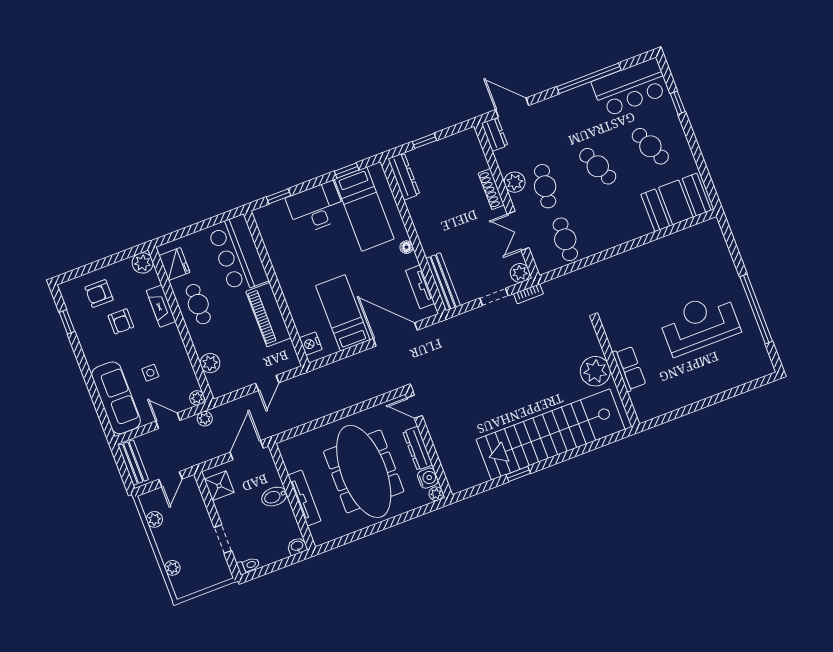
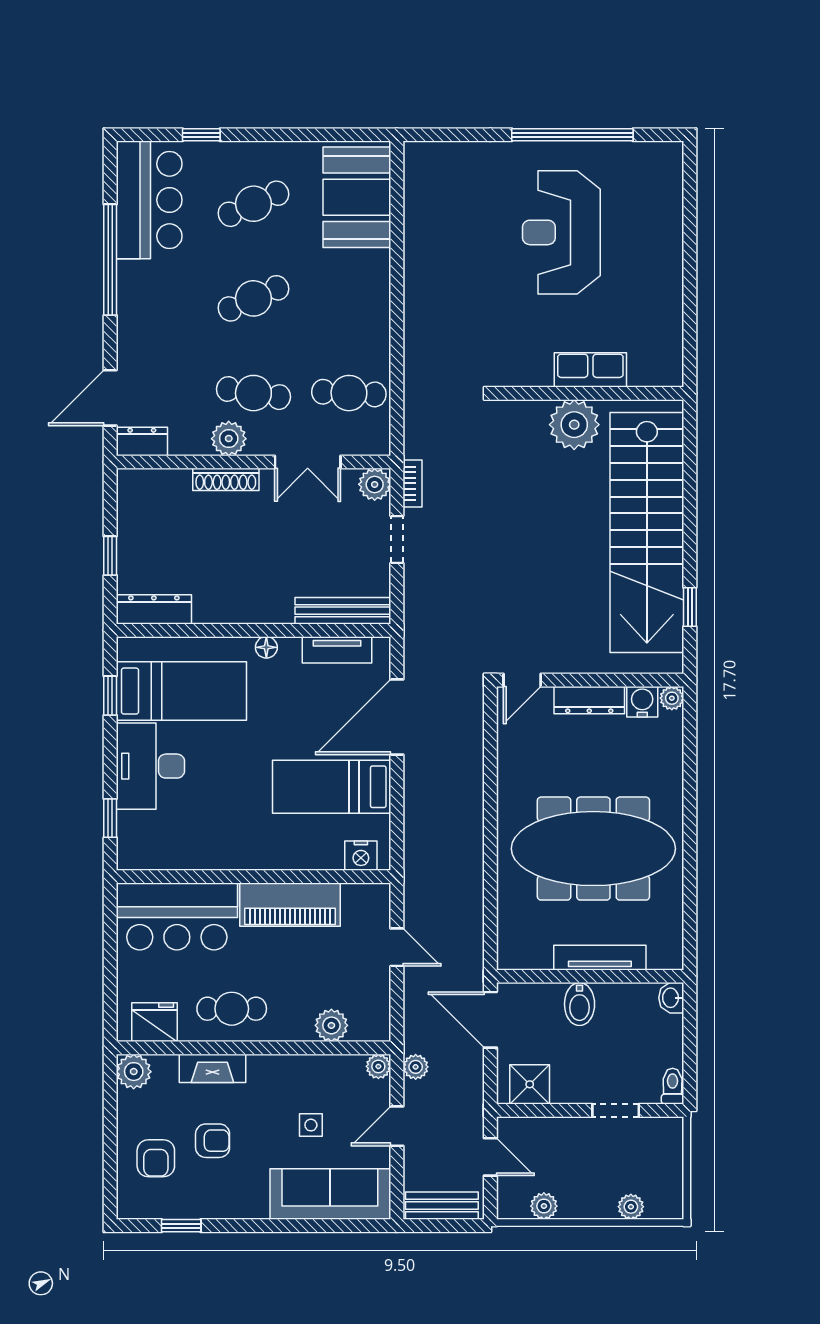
door: (414, 407) -> (522, 680), moved
wall: (429, 445) -> (590, 680), moved
dresser: (418, 448) -> (589, 700), moved
water cooler: (428, 478) -> (642, 702), moved
plant: (436, 494) -> (672, 698), moved

